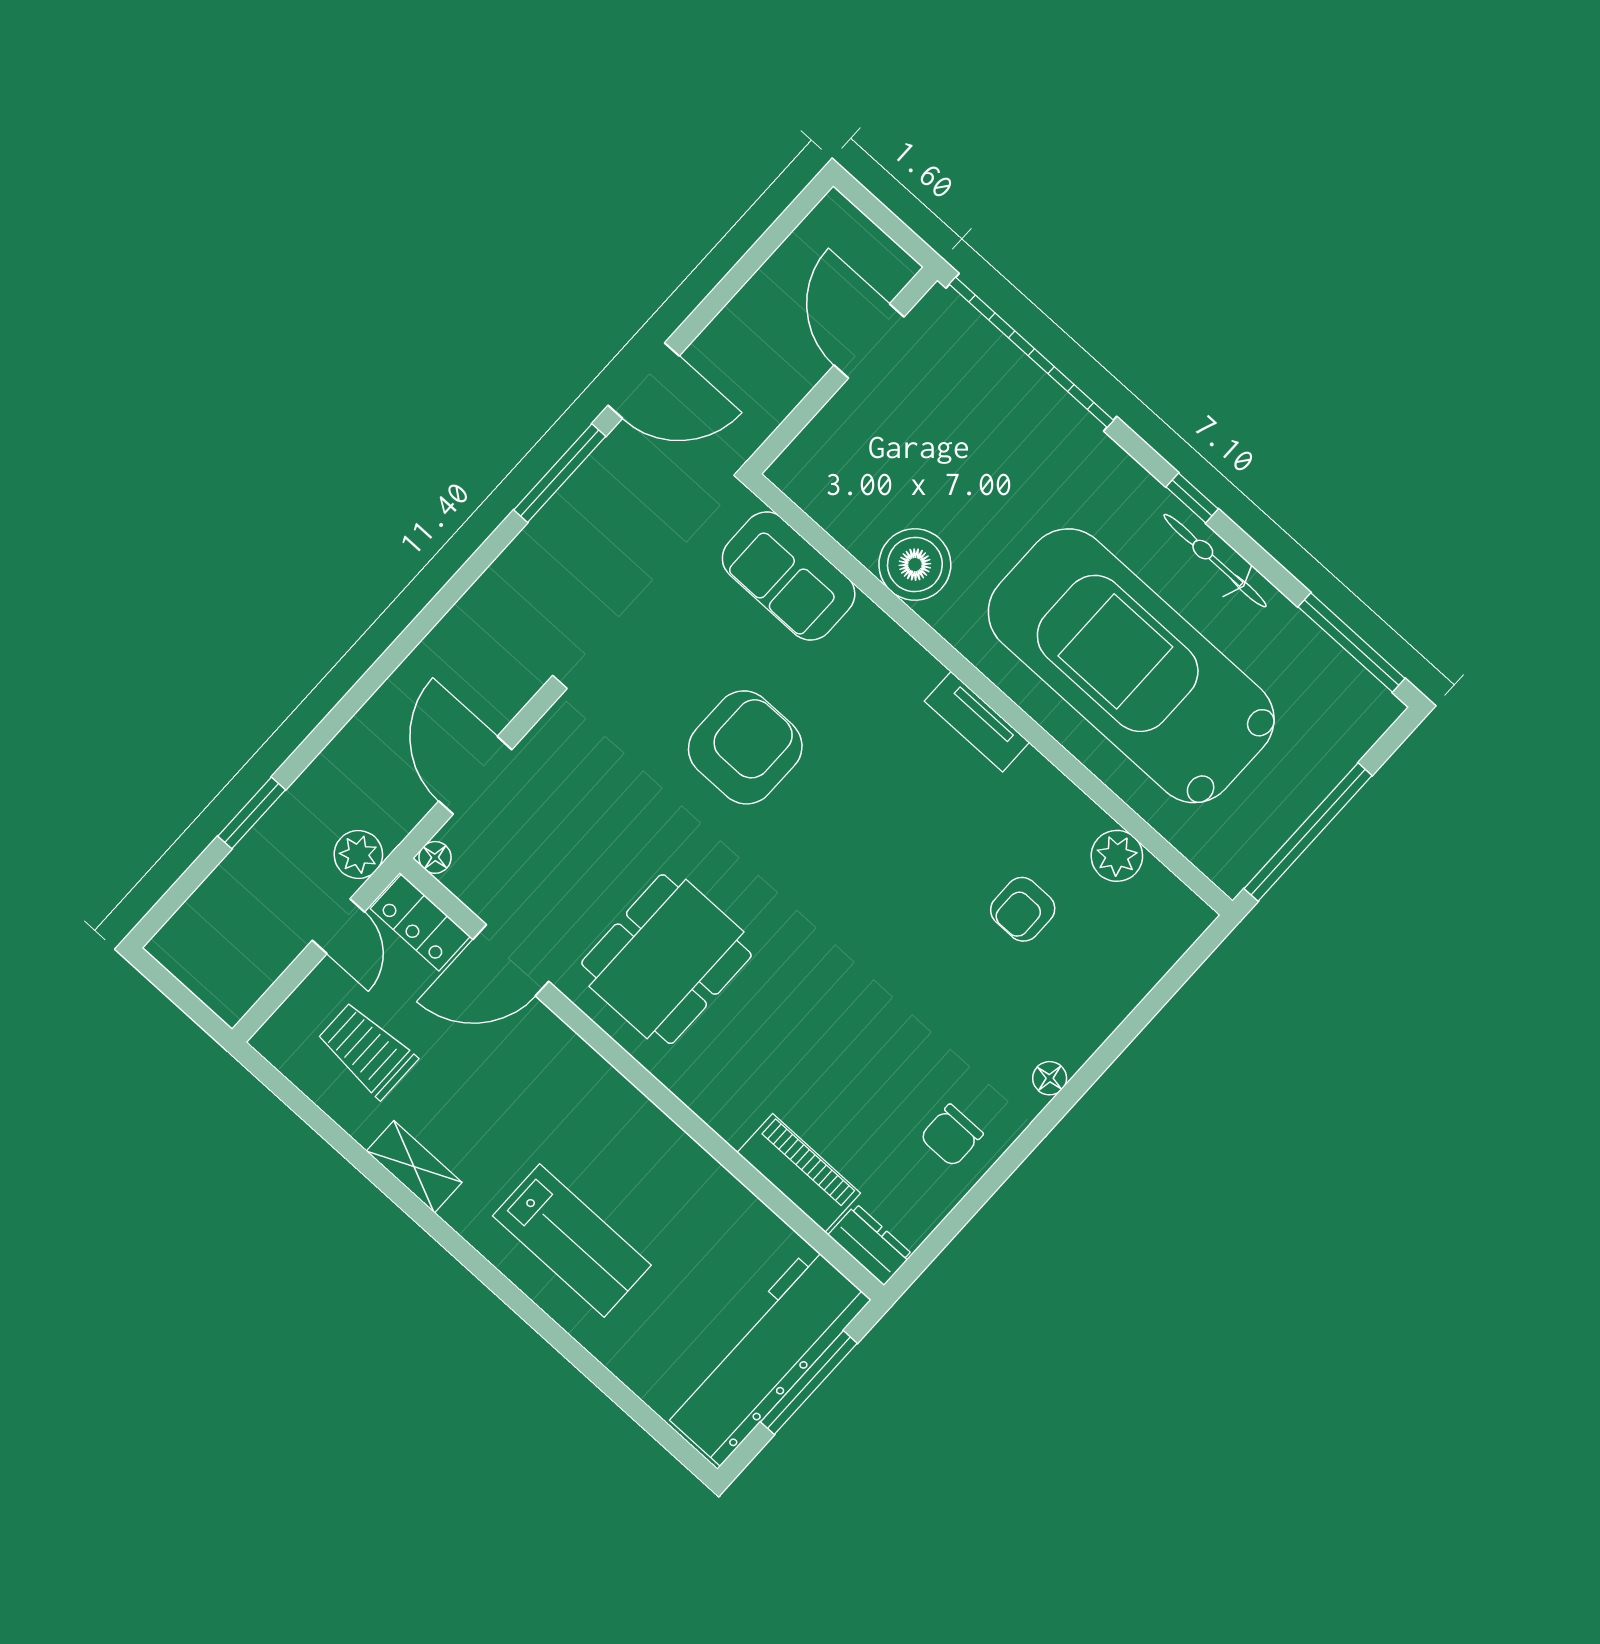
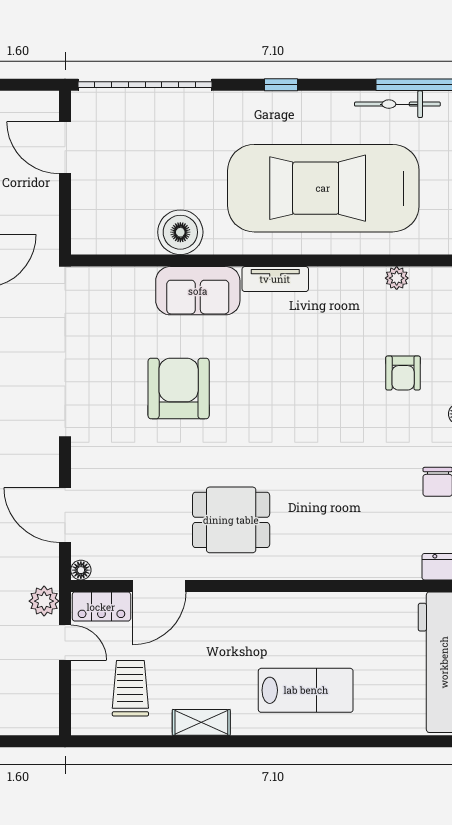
bicycle: (1215, 561) -> (397, 104), moved
sofa: (789, 576) -> (198, 291), moved
plant: (1117, 856) -> (397, 278), width x0.73, depth x0.73
armchair: (1023, 909) -> (403, 373), moved
dining table: (666, 959) -> (231, 520), width x0.73
trolley: (367, 1050) -> (130, 688), turned 90
piano: (799, 1173) -> (382, 563), removed

